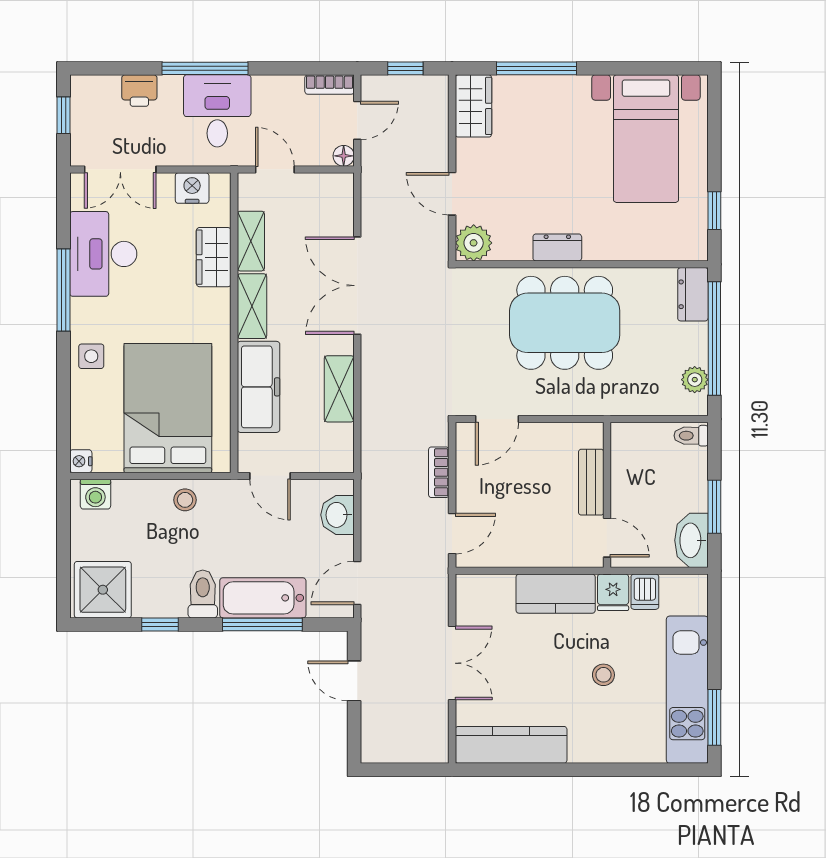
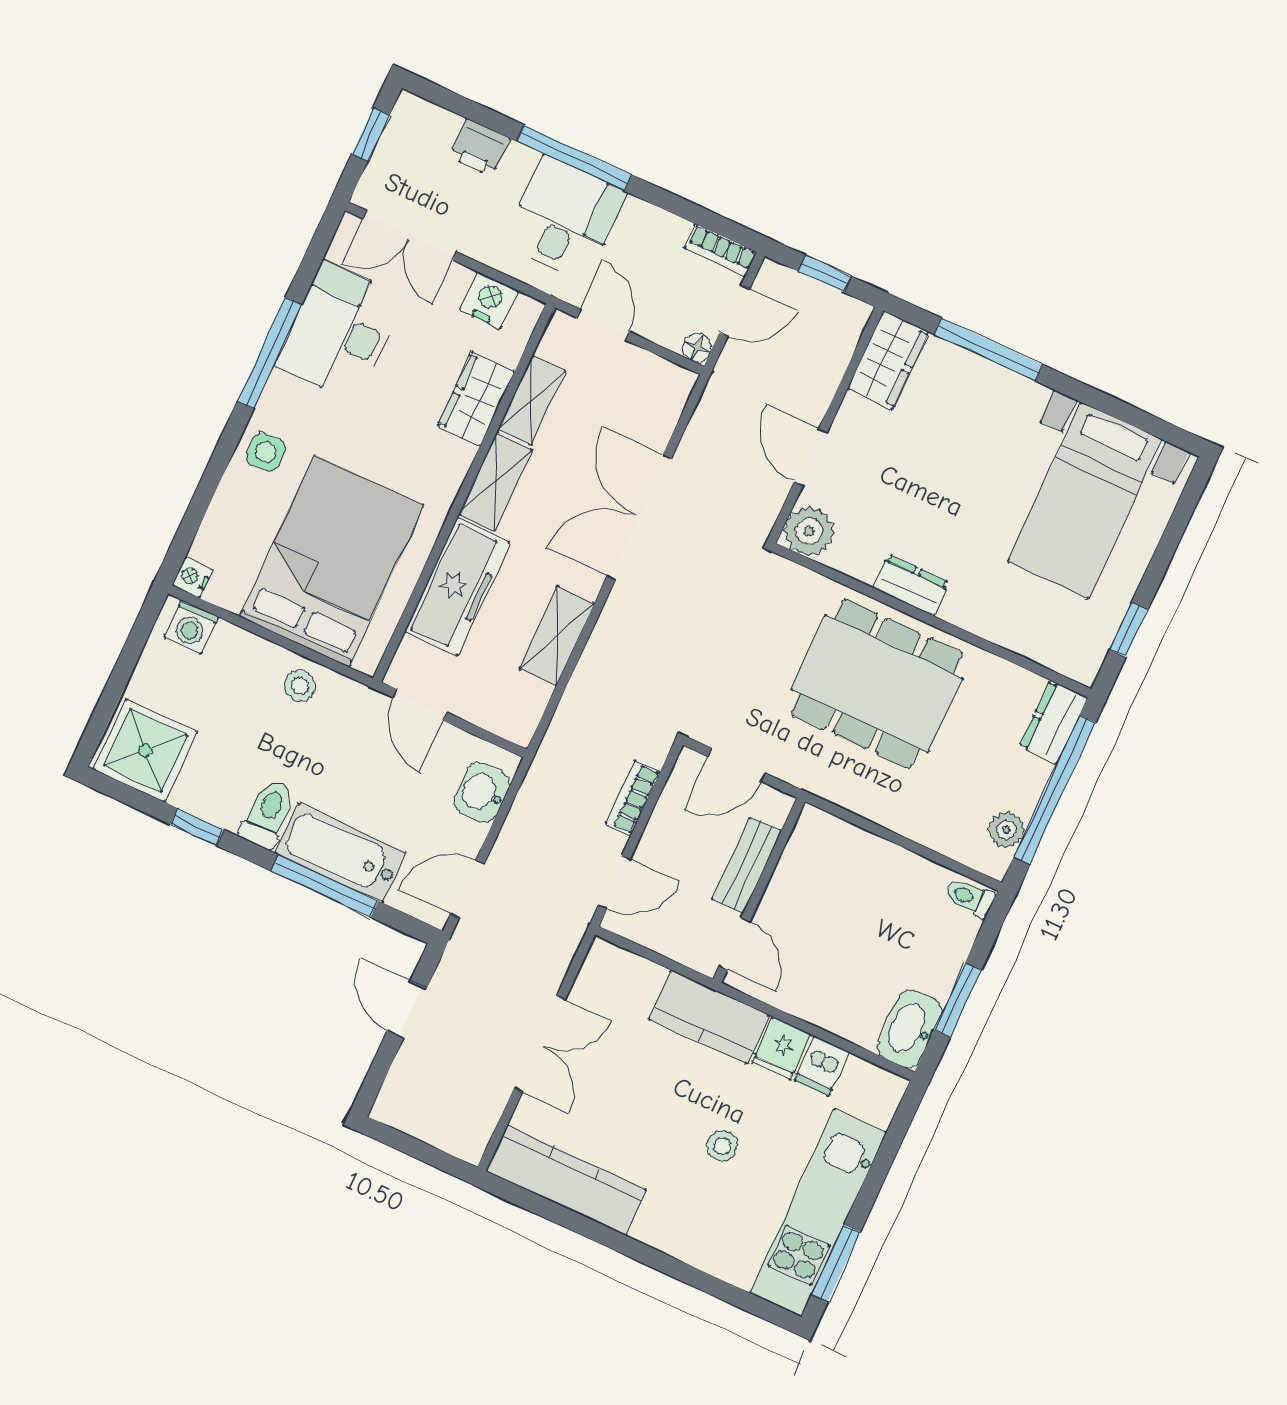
bench: (591, 482) -> (747, 865), moved
wall: (607, 495) -> (759, 890), moved
door: (607, 538) -> (734, 944), moved

